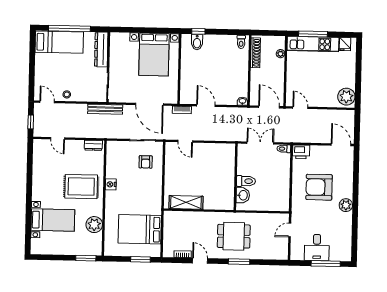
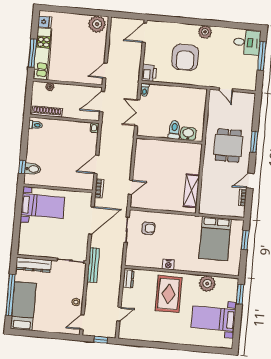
bed with nightstands: (154, 54) -> (43, 206), width x0.73
bed with nightstands: (53, 220) -> (213, 318), moved, turned -90
desk: (317, 247) -> (247, 42), moved

